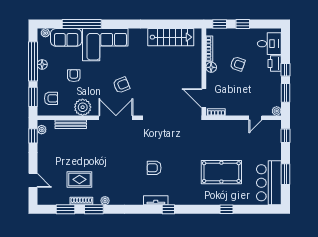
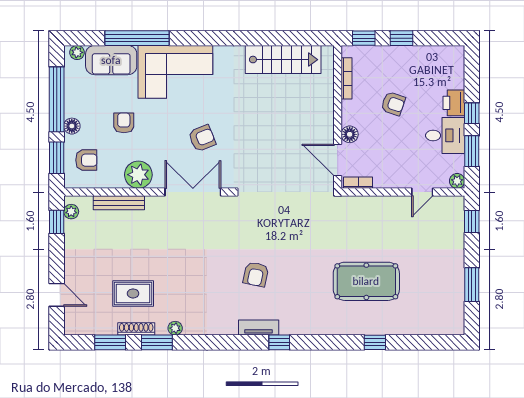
desk: (269, 44) -> (445, 135), moved
floor lamp: (42, 64) -> (72, 126), moved
floor lamp: (211, 67) -> (350, 134), moved
armchair: (154, 168) -> (256, 274), turned -78
bar counter: (269, 183) -> (445, 299), removed

